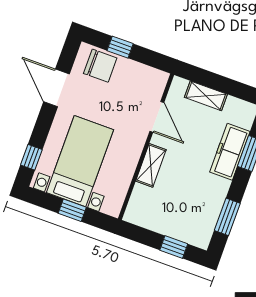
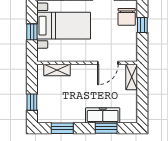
shelving: (206, 96) -> (132, 77), moved
shelving: (151, 165) -> (57, 70), moved

